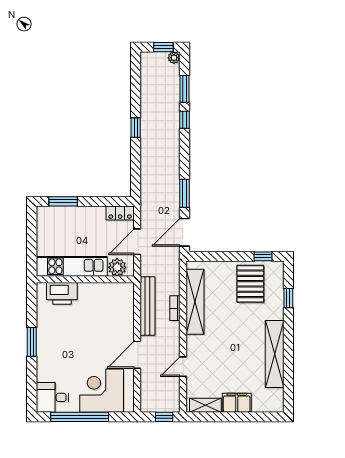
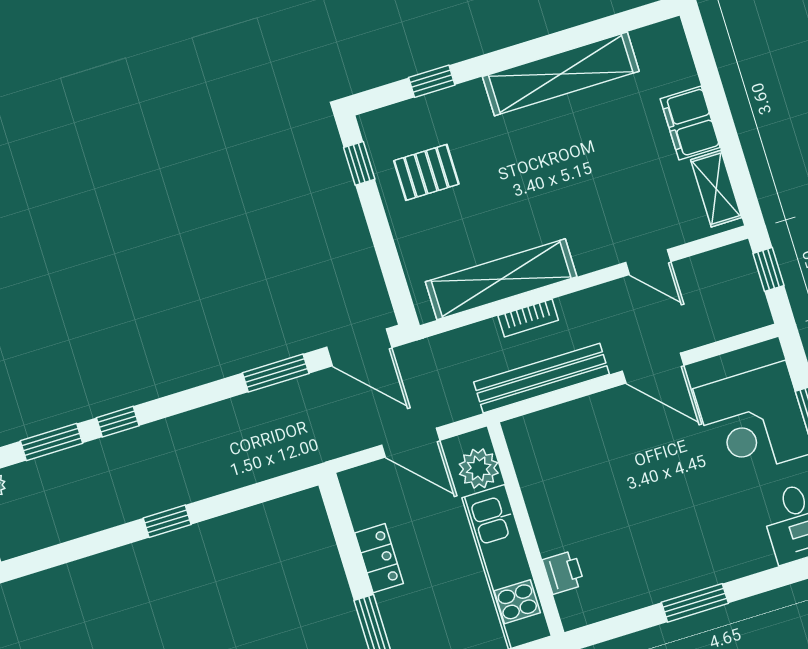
locker: (120, 213) -> (379, 558), moved
pallet: (250, 284) -> (426, 172), width x0.67, depth x0.71
printer: (62, 293) -> (563, 572), width x0.53, depth x0.68

